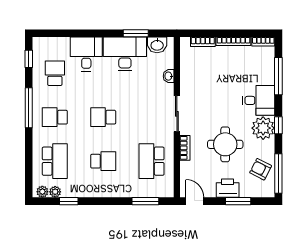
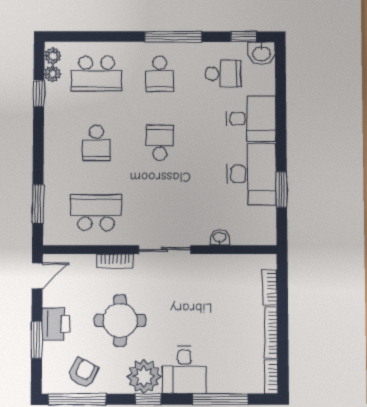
washbasin: (157, 45) -> (261, 53), moved, turned -90
school desk: (55, 117) -> (160, 74), turned 180

